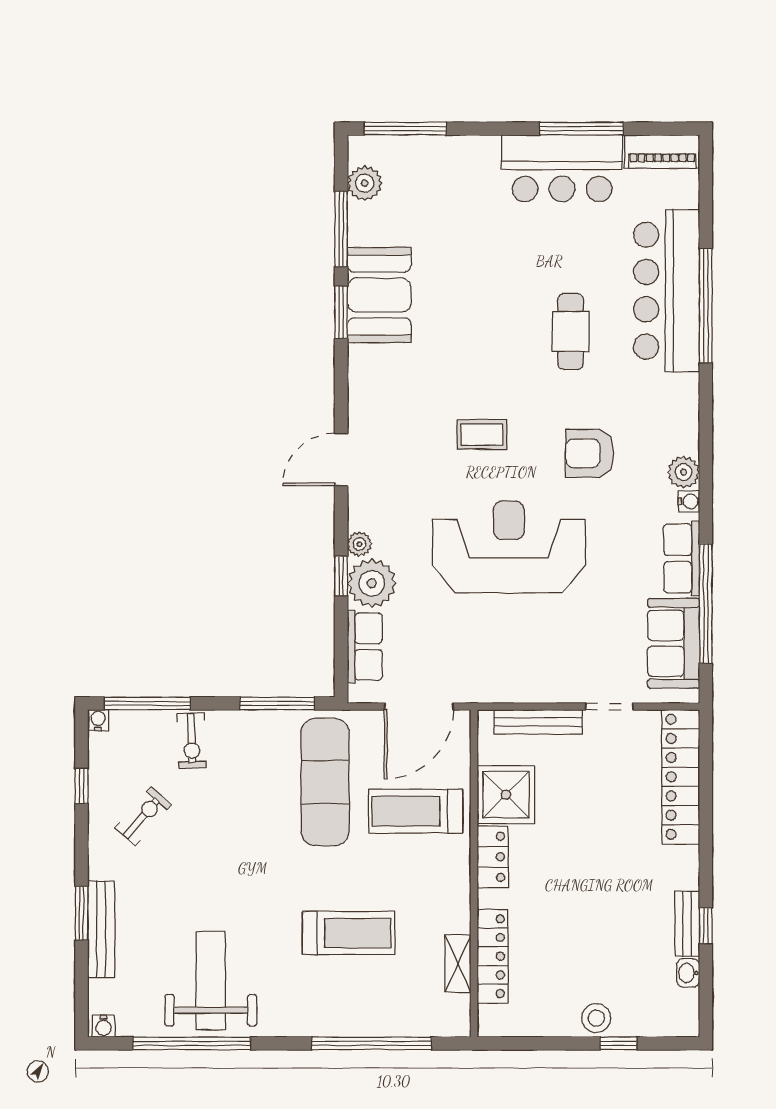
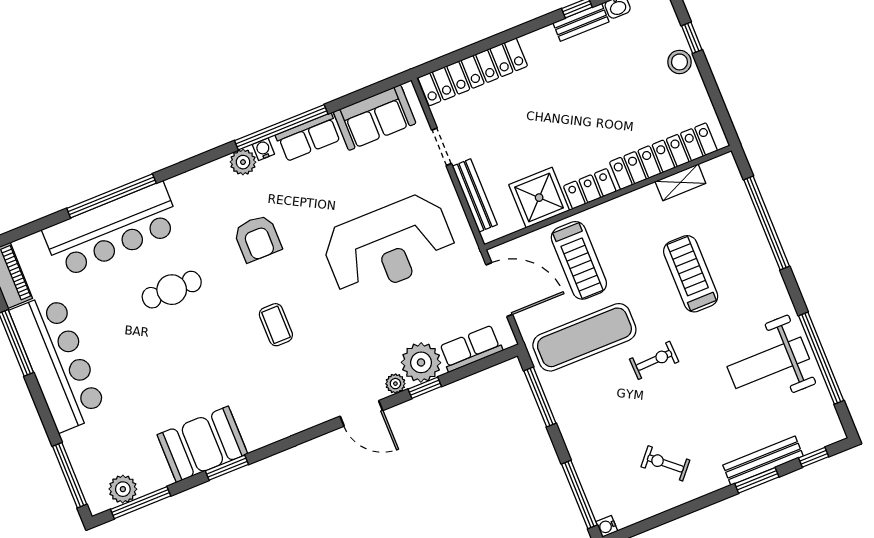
bar counter: (562, 168) -> (58, 362), width x1.36
window: (341, 229) -> (141, 503), moved
door: (341, 459) -> (361, 413), moved
reception desk: (509, 547) -> (389, 245), moved, turned -90
window: (706, 604) -> (281, 127), moved
exercise bike: (192, 741) -> (654, 360), moved
window: (82, 786) -> (814, 457), moved
locker: (493, 956) -> (663, 156), width x1.41, depth x1.21
water cooler: (104, 1026) -> (835, 429), removed

